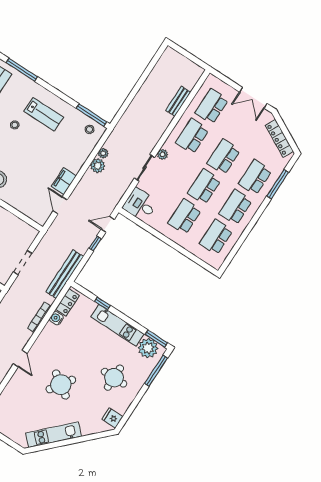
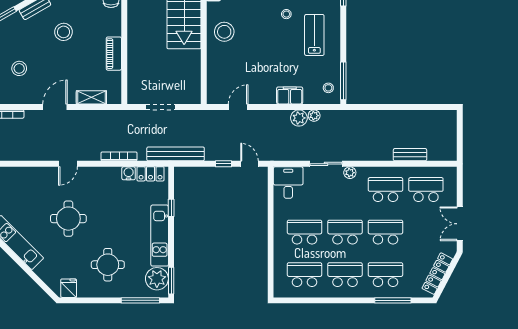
lab bench: (44, 114) -> (314, 35), turned 180
filing cabinet: (64, 181) -> (290, 95), moved
round table: (61, 385) -> (68, 219), turned -34

